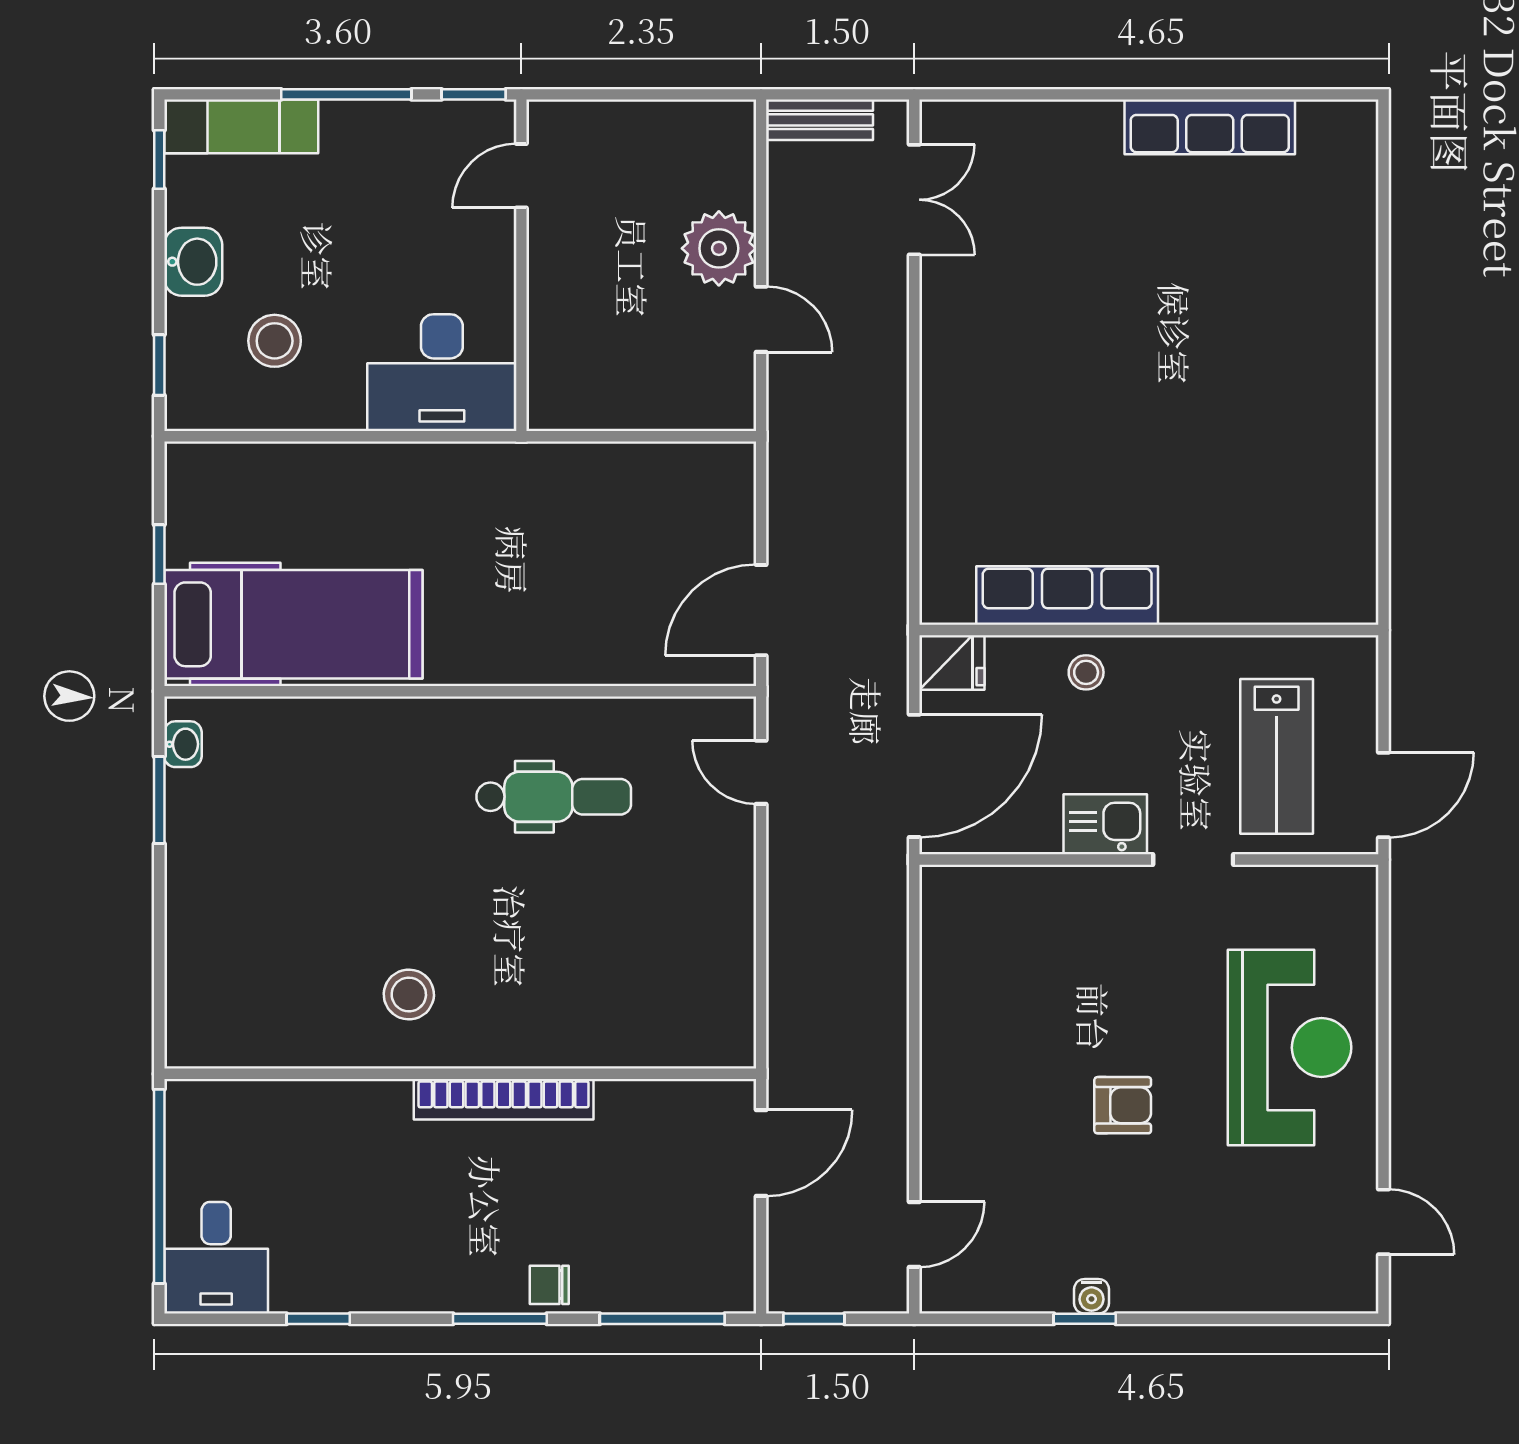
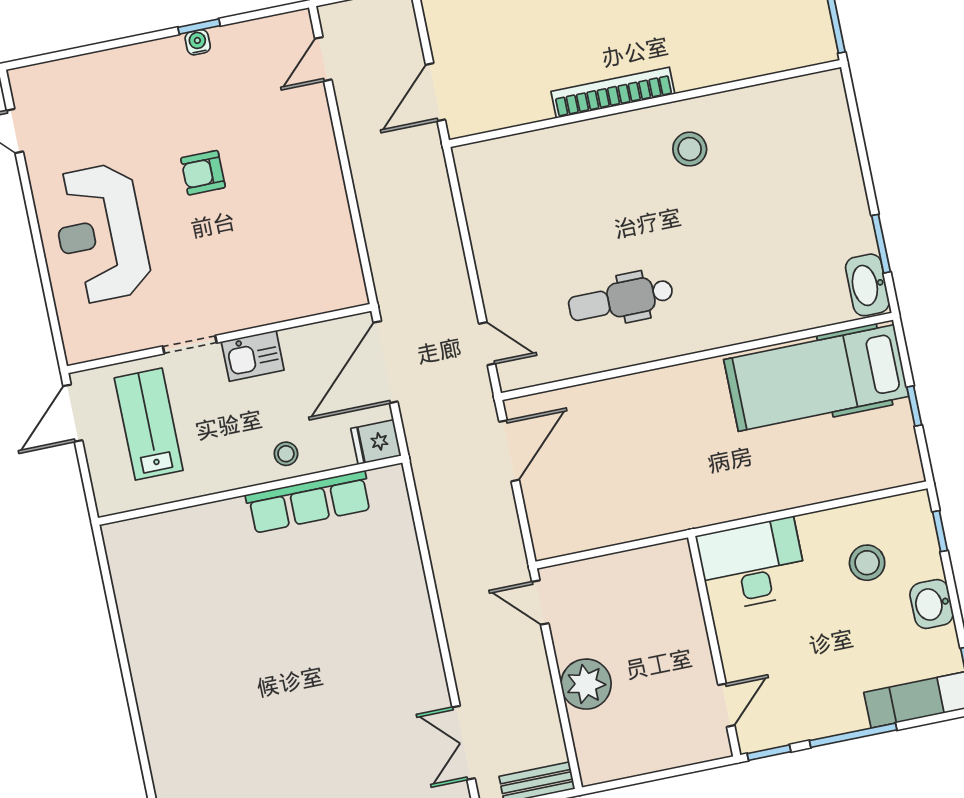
door: (761, 319) -> (540, 602), moved
washbasin: (183, 744) -> (867, 285), width x1.91, depth x1.45

